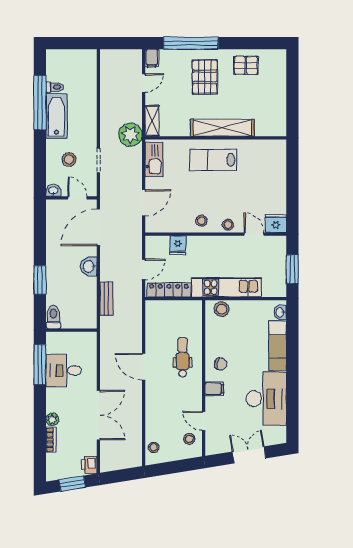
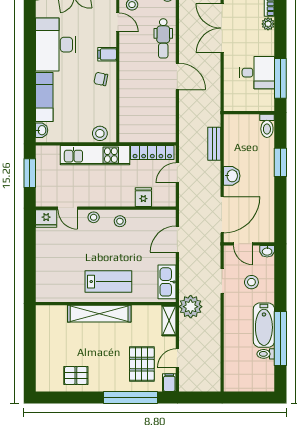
pallet: (205, 77) -> (142, 364), moved
dental chair: (183, 357) -> (163, 38), moved

